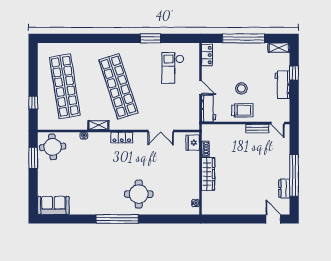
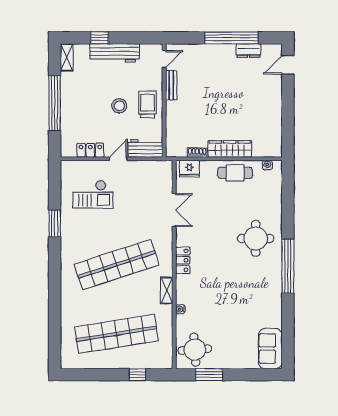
locker: (207, 55) -> (90, 150), moved
workbench: (282, 85) -> (114, 53), width x1.38
cafe table: (189, 178) -> (235, 173), added

